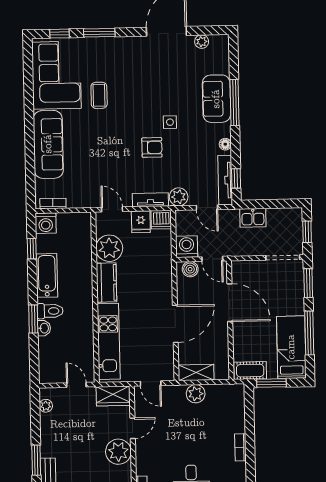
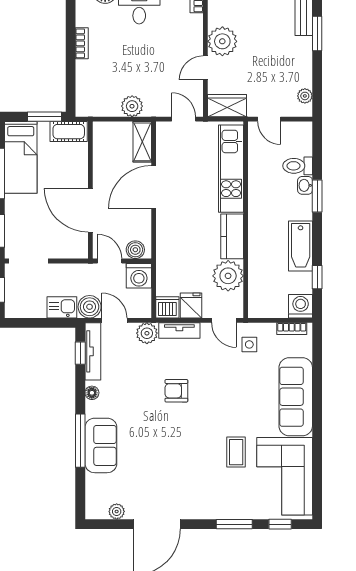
side table: (170, 122) -> (249, 344), moved
boiler: (229, 219) -> (90, 307), added
toilet: (50, 311) -> (298, 166), moved
shelving: (196, 372) -> (142, 142), moved, turned 90

